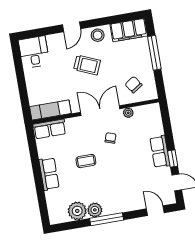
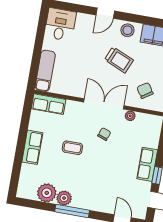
trolley: (87, 65) -> (119, 60), moved
exam couch: (50, 110) -> (45, 71), moved, turned 90

